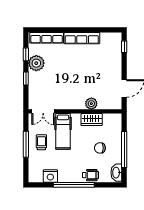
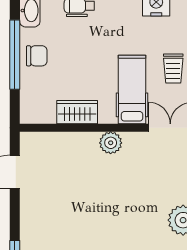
plant: (91, 104) -> (111, 143), moved
chair: (100, 148) -> (37, 56), moved

